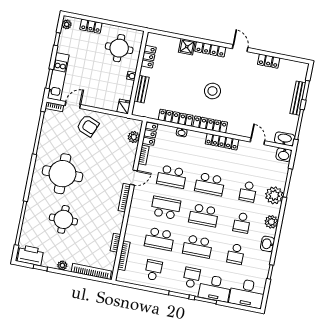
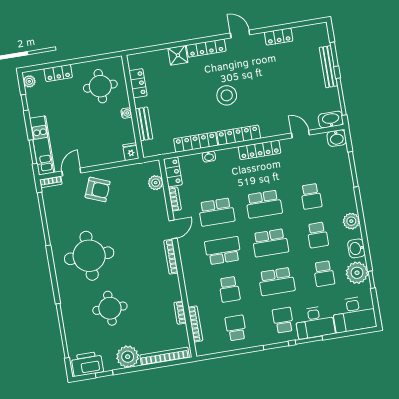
plant: (274, 195) -> (357, 273), moved
school desk: (159, 239) -> (229, 289), width x0.54
plant: (62, 265) -> (128, 357), width x1.88, depth x1.88

